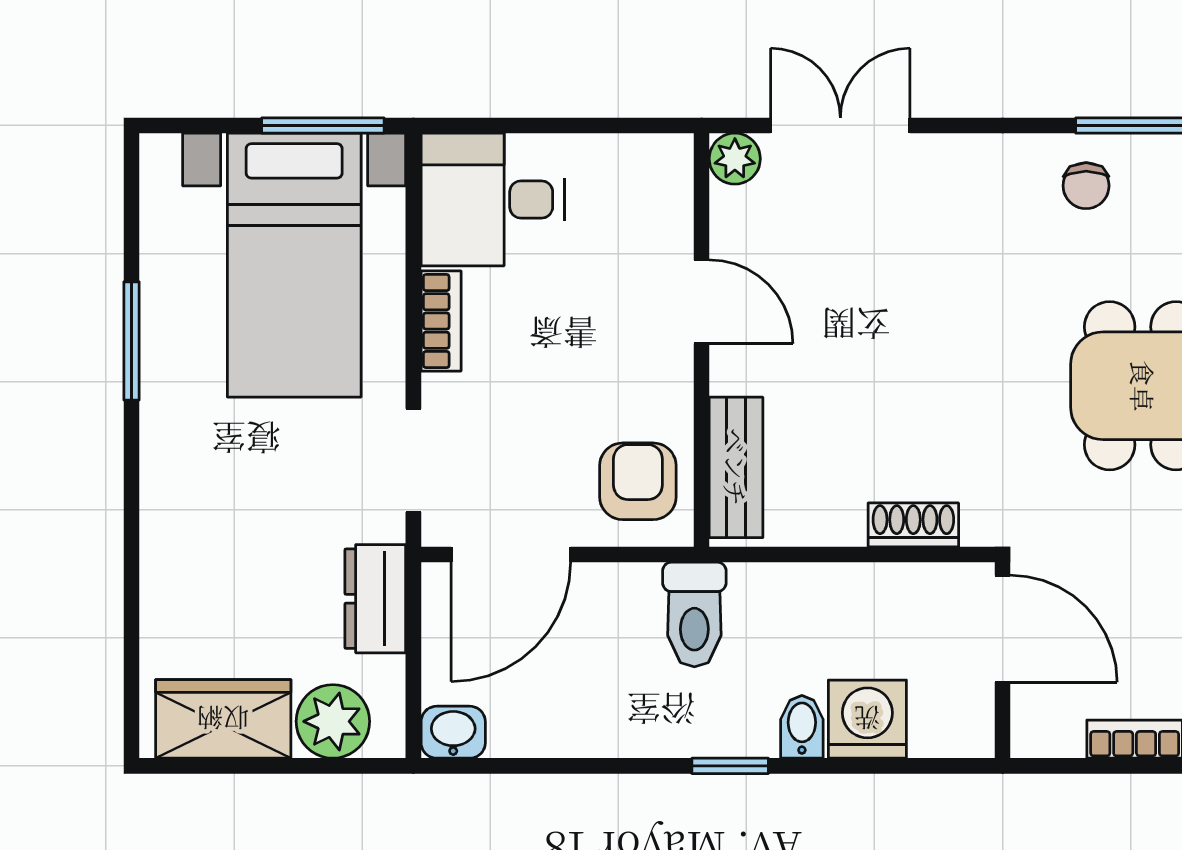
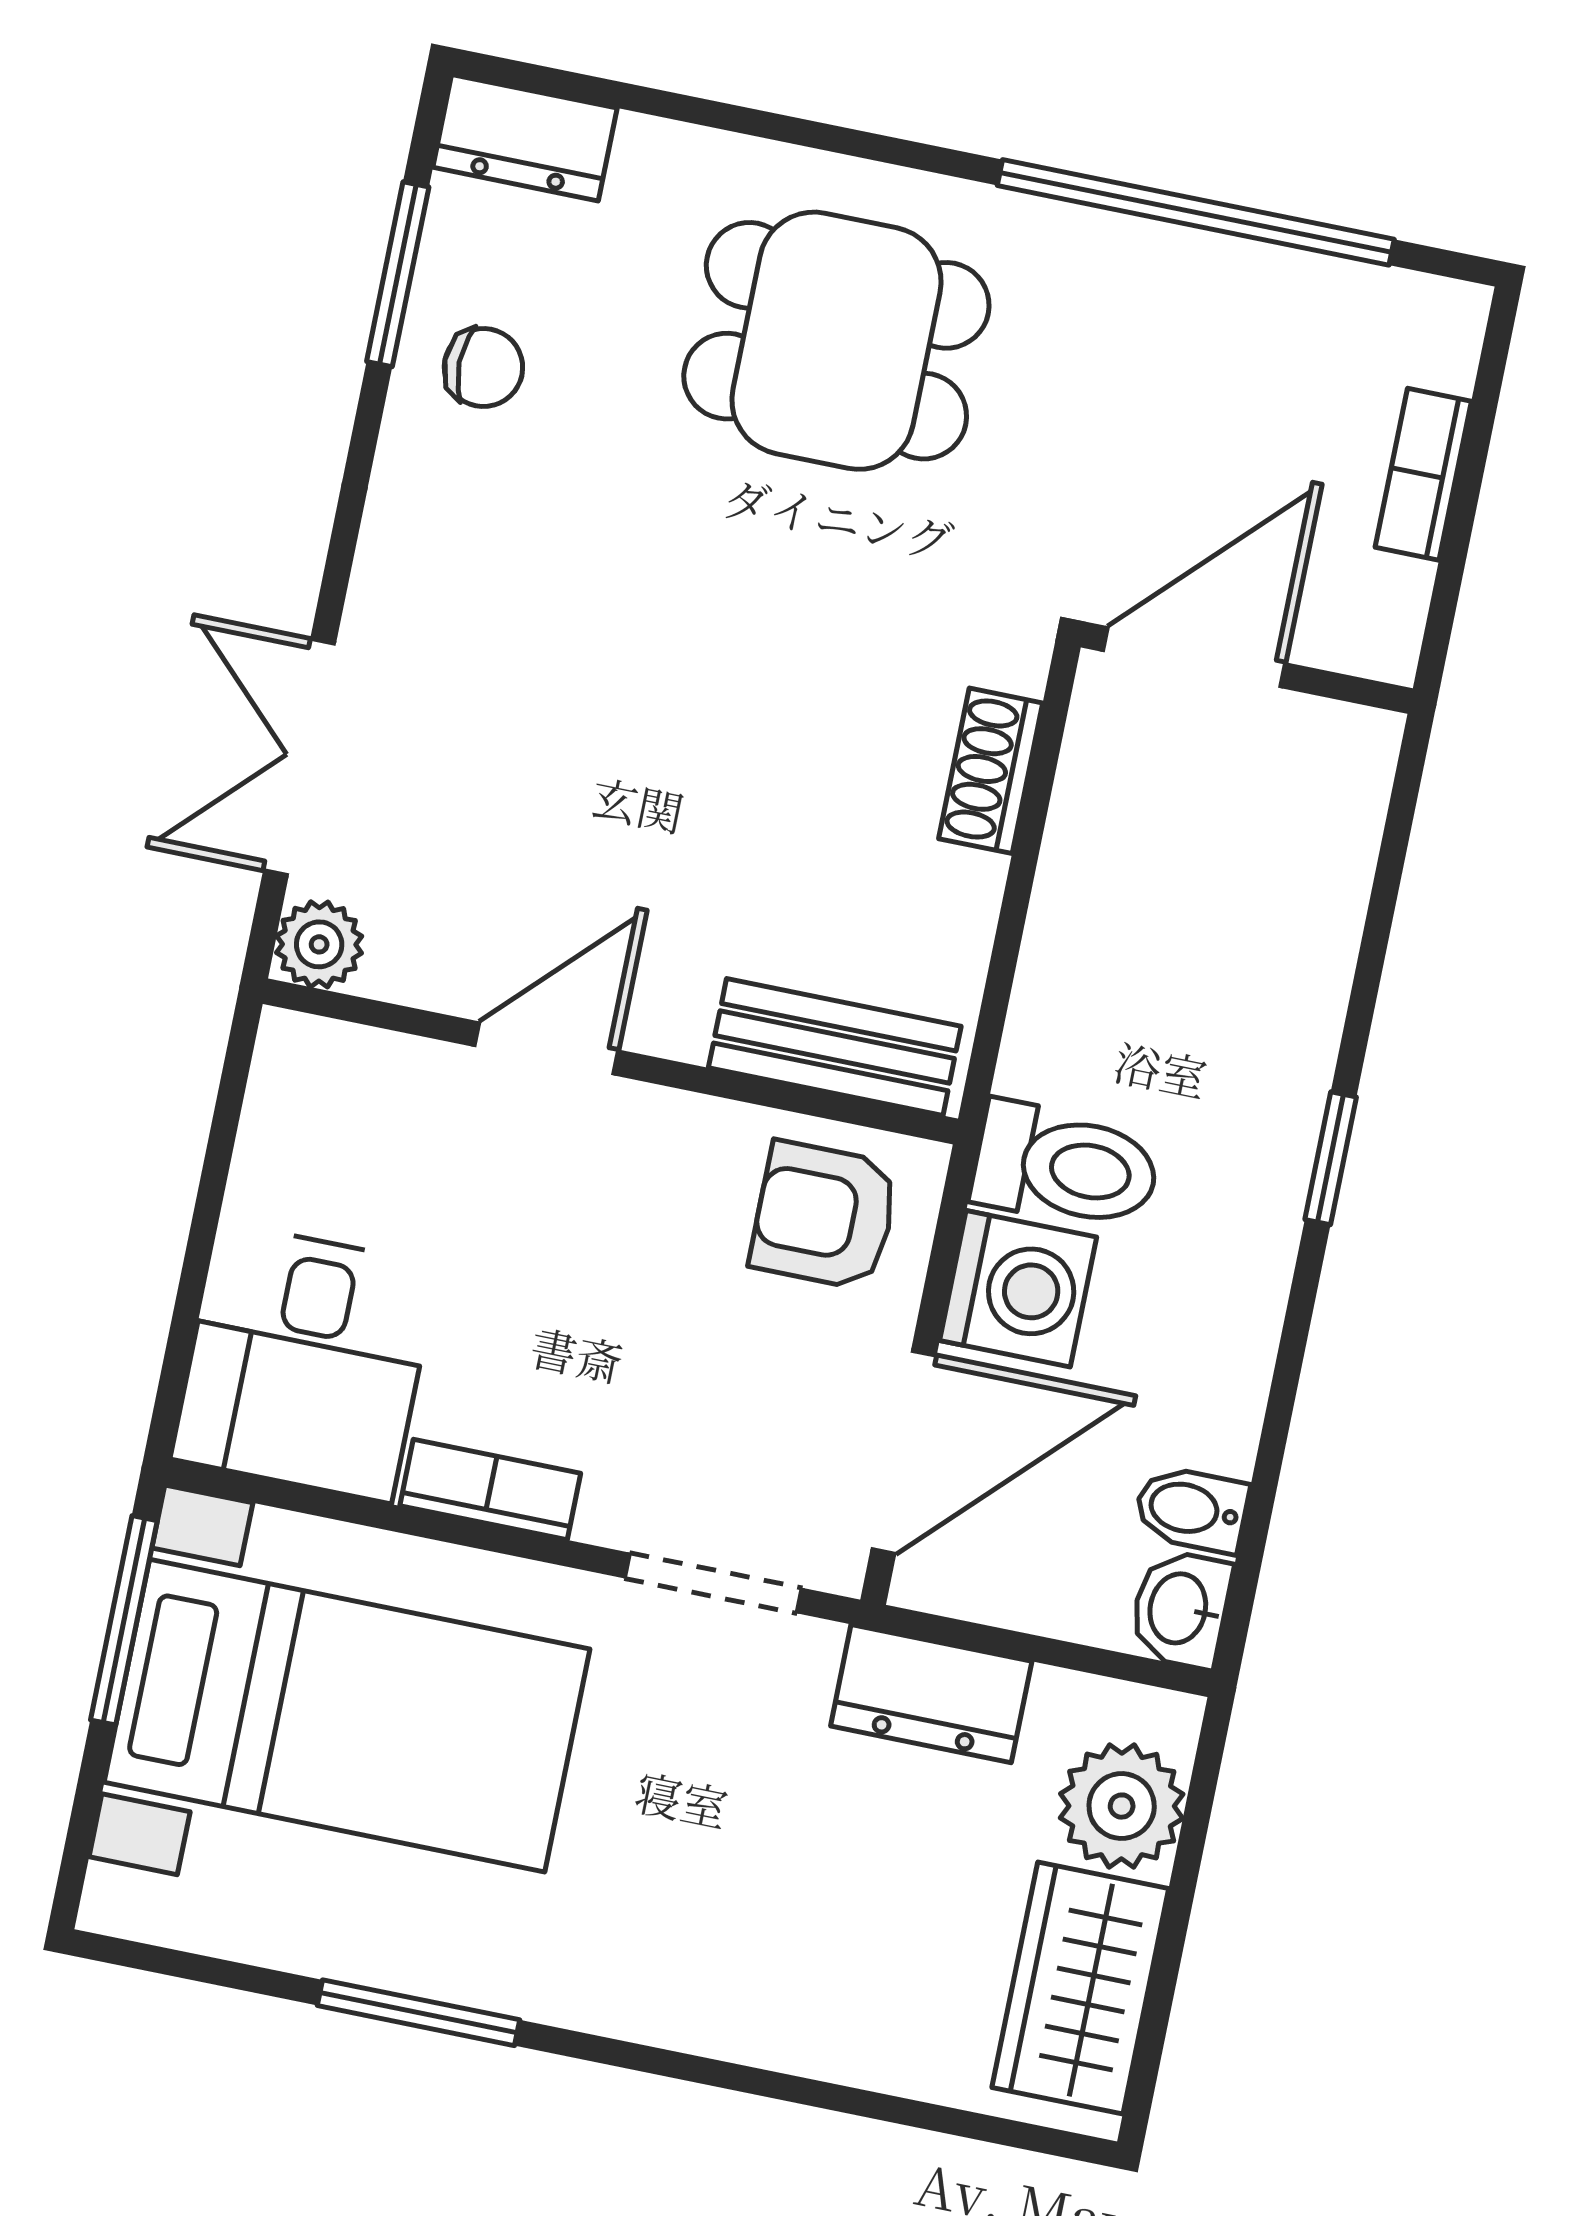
door: (511, 555) -> (904, 1452), hinge flipped
washing machine: (867, 719) -> (1018, 1289), moved, turned 180
bidet: (802, 727) -> (1191, 1509), moved

